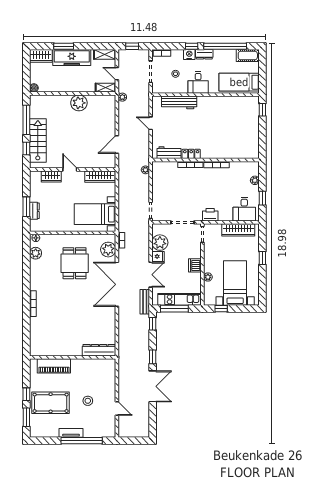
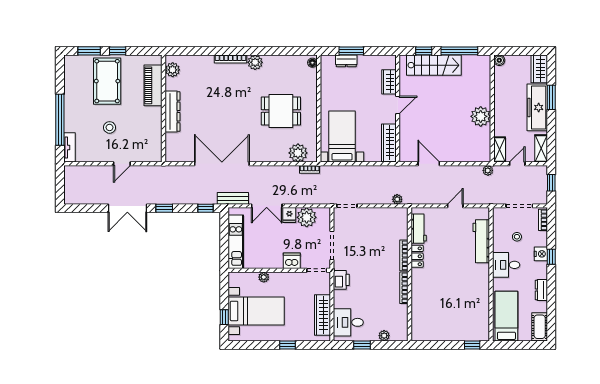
window: (225, 46) -> (551, 299), removed
dresser: (204, 54) -> (541, 290), moved
plant: (36, 253) -> (255, 62), moved
dishwasher: (195, 265) -> (292, 261), moved
double door: (117, 284) -> (222, 164), moved
window: (174, 309) -> (224, 235), removed
window: (221, 309) -> (224, 317), moved
plant: (42, 350) -> (173, 70), added
dresser: (99, 350) -> (173, 112), moved
door: (117, 409) -> (122, 164), moved
tv unit: (71, 433) -> (70, 147), moved

